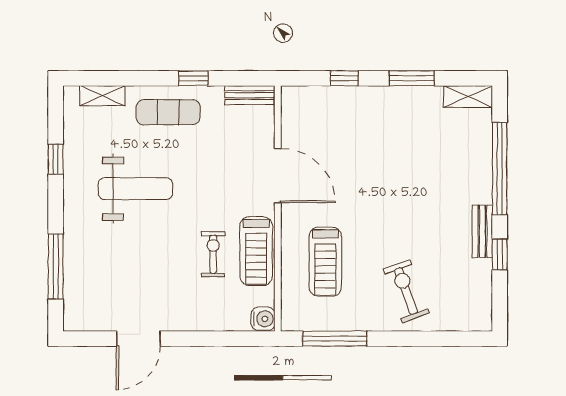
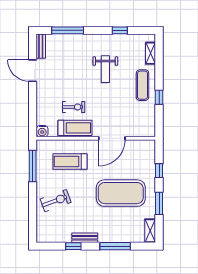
bench: (250, 95) -> (41, 46), moved
exercise mat: (390, 157) -> (121, 193), added
window: (500, 169) -> (115, 246), width x0.68
weight bench: (135, 189) -> (105, 69), width x0.73, depth x0.75
treadmill: (256, 251) -> (75, 128), turned 180

